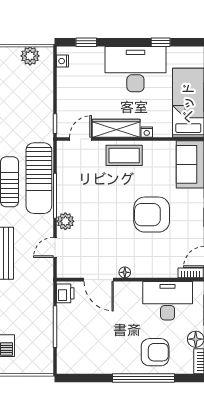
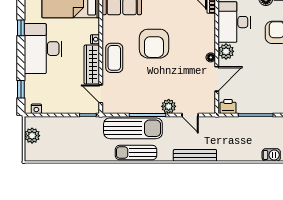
armchair: (152, 215) -> (154, 44), moved
plant: (132, 291) -> (226, 51), added

